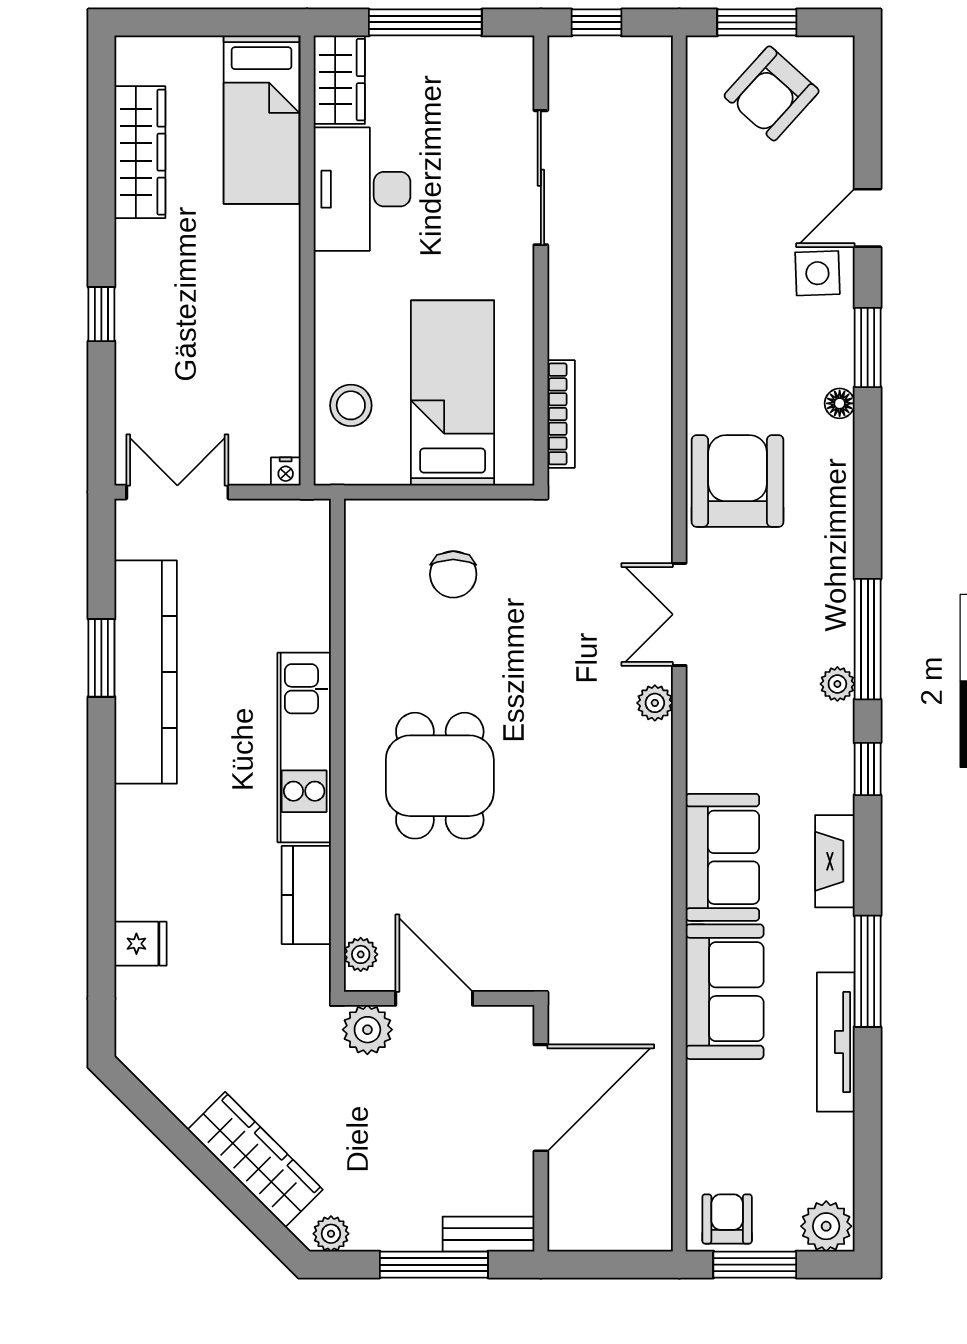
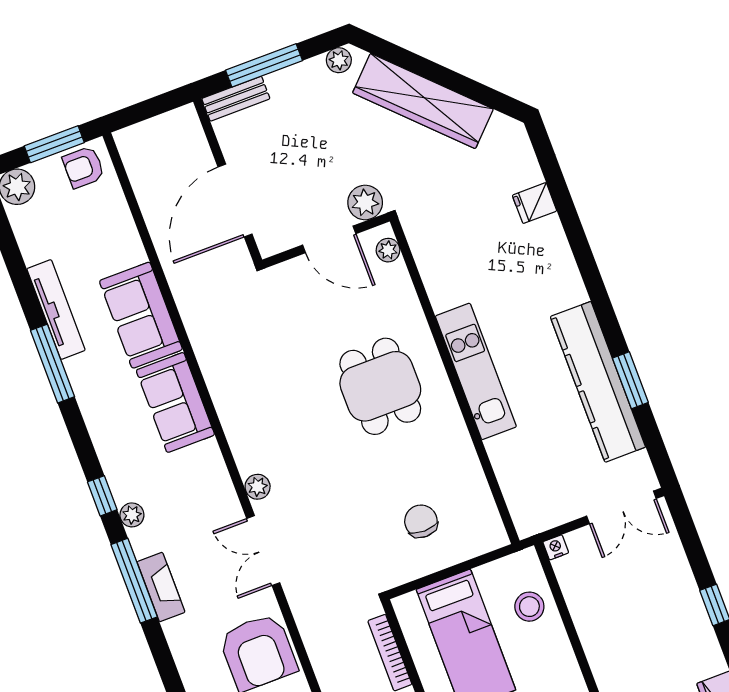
double door: (679, 614) -> (263, 551), swing flipped
plant: (837, 684) -> (132, 515), moved
fireplace: (835, 861) -> (161, 587), moved
kitchen counter: (306, 895) -> (438, 276), removed
wardrobe: (255, 1160) -> (423, 101), width x1.40, depth x1.17
armchair: (727, 1219) -> (84, 167), turned 90

